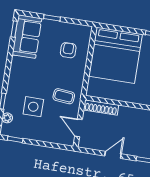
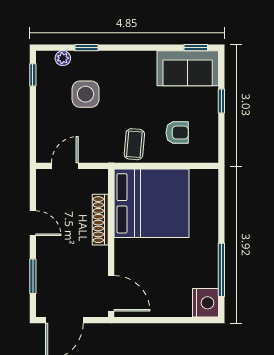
bed: (116, 55) -> (152, 203), moved, turned 180
coffee table: (64, 96) -> (134, 144), moved
shoe rack: (101, 107) -> (100, 220), moved

